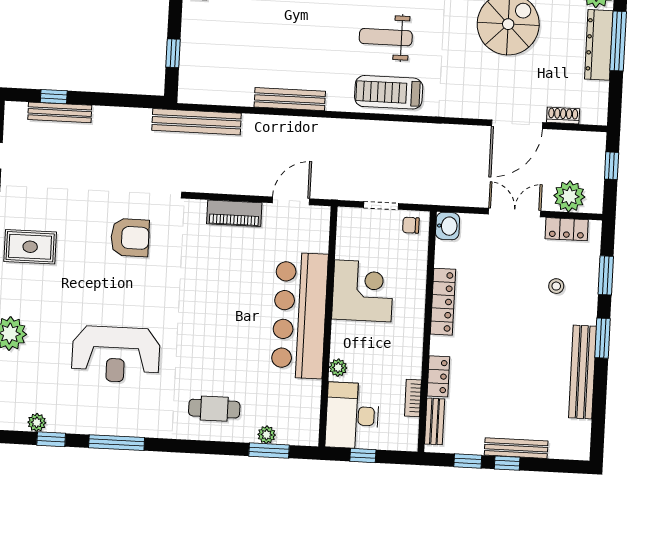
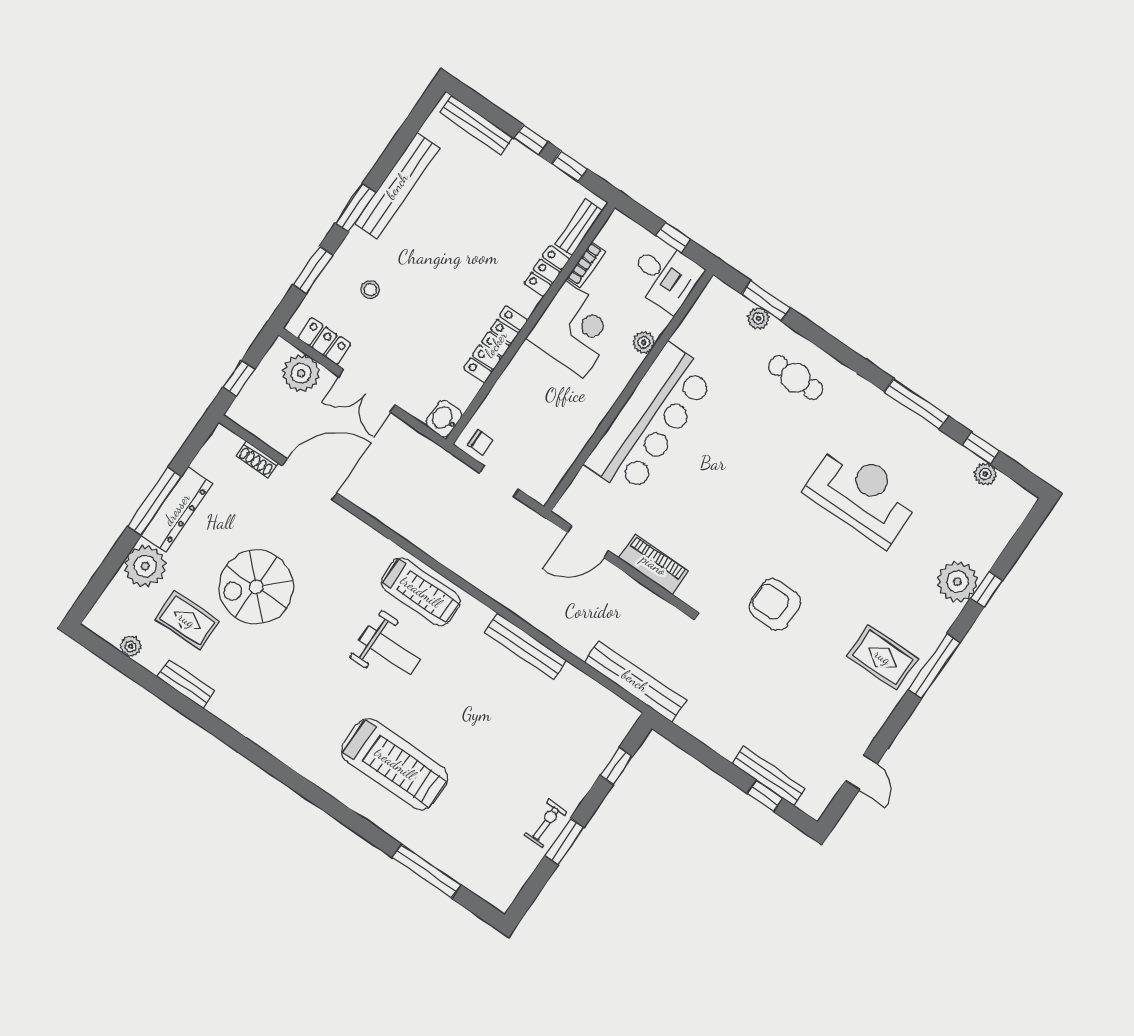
corner desk: (363, 291) -> (574, 329), moved, turned 180
desk: (352, 416) -> (665, 276), width x0.73
bench: (516, 448) -> (477, 125), moved

